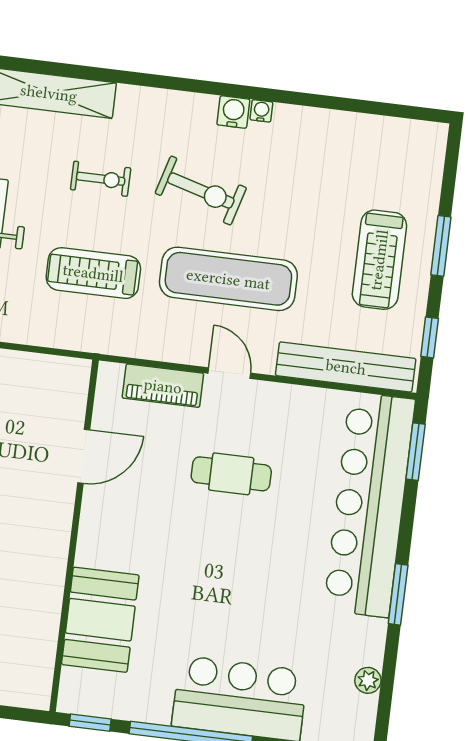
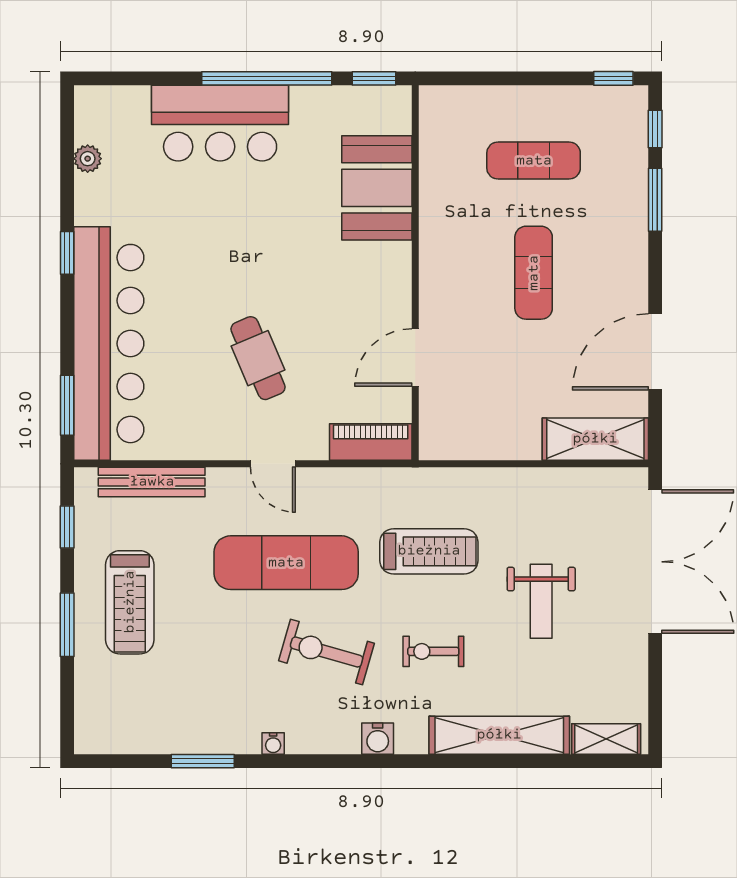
window: (329, 102) -> (203, 761), added
water cooler: (233, 112) -> (378, 739), moved
treadmill: (379, 260) -> (130, 602), turned 180
bench: (346, 367) -> (152, 482), width x0.73, depth x0.82
piano: (163, 386) -> (371, 442), moved
cafe table: (231, 474) -> (258, 358), turned 67
window: (398, 594) -> (67, 253), width x0.67

